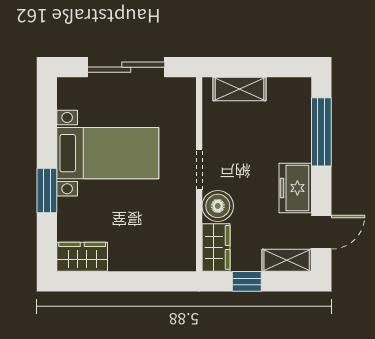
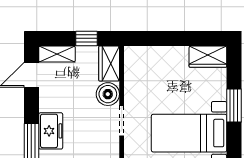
freezer: (295, 188) -> (51, 131), moved

